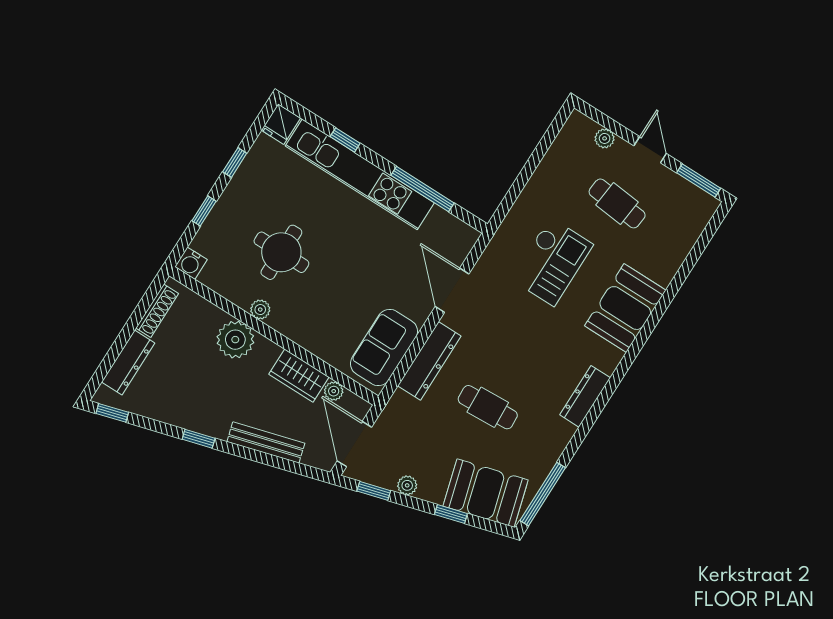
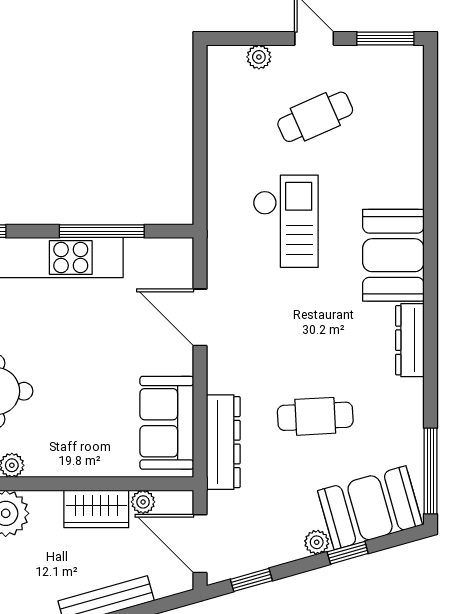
cafe table: (617, 203) -> (315, 117), turned -30
booth: (625, 308) -> (393, 255), moved
dresser: (429, 361) -> (223, 442), moved
plant: (407, 485) -> (317, 542), moved

